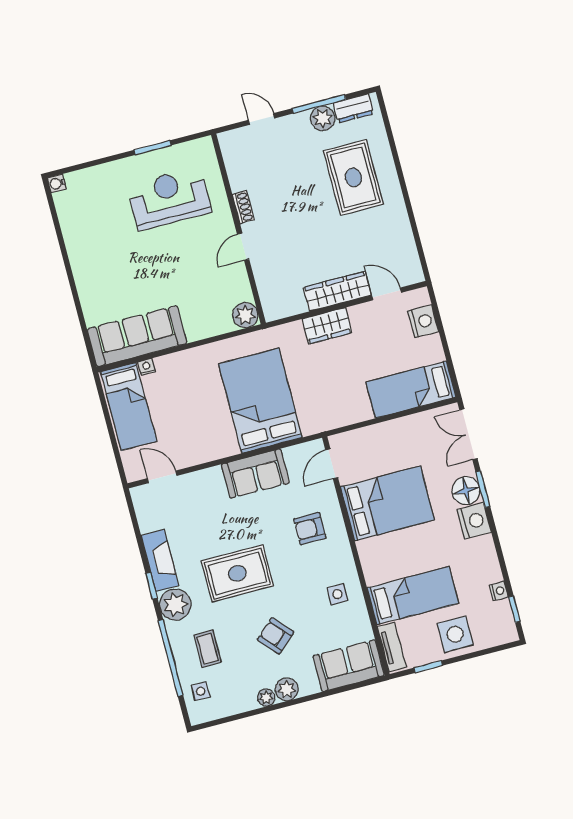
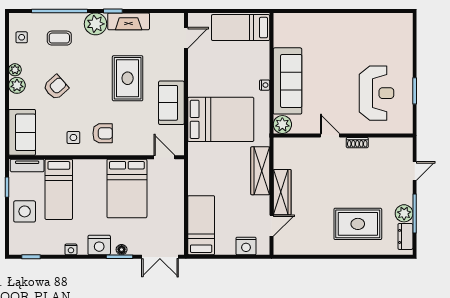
water cooler: (57, 184) -> (407, 18), removed
wardrobe: (327, 326) -> (260, 171), width x1.50
sofa: (137, 336) -> (287, 81), moved
nightstand: (147, 367) -> (265, 85), moved
double door: (468, 434) -> (160, 257), swing flipped
floor lamp: (466, 491) -> (122, 250), width x0.53, depth x0.53
armchair: (310, 529) -> (103, 133), moved, turned 90
rug: (237, 573) -> (128, 78), moved
nightstand: (499, 591) -> (71, 249), moved
side table: (201, 691) -> (22, 37), moved

